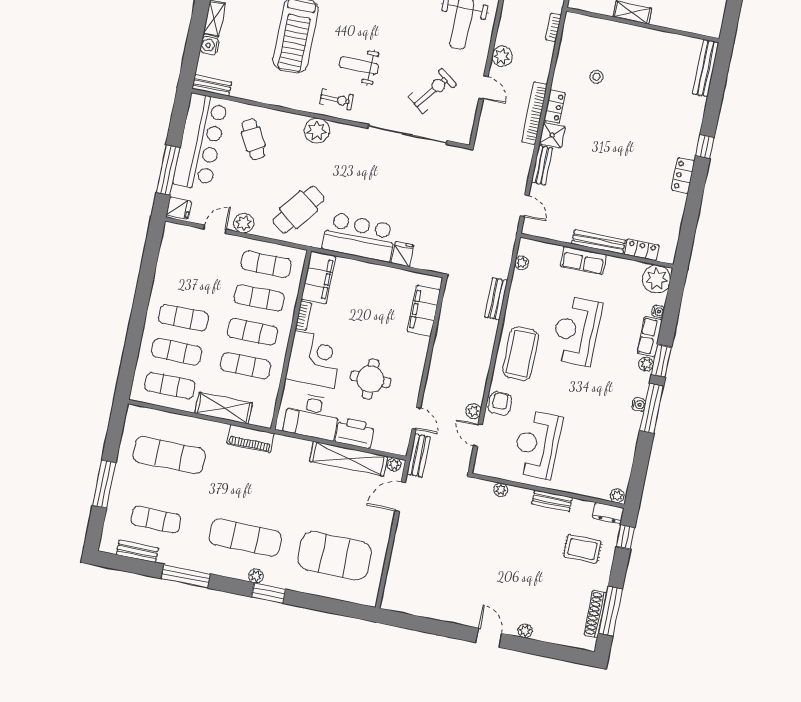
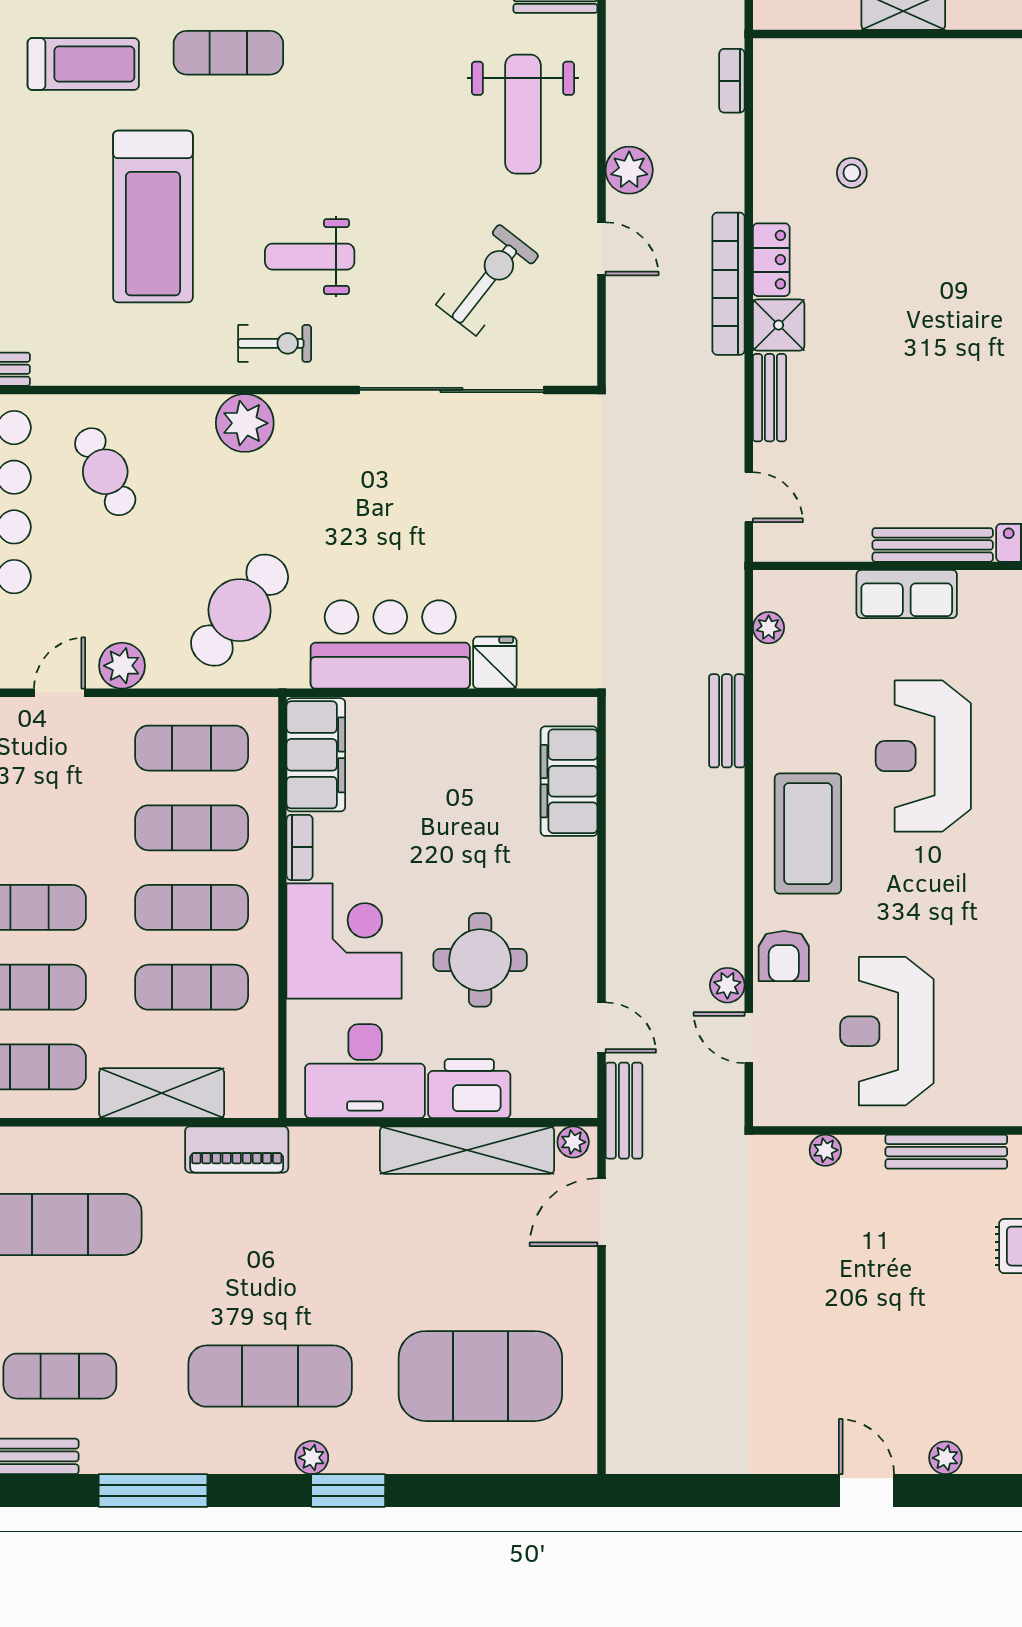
armchair: (500, 404) -> (784, 956), turned 180
bench: (552, 501) -> (946, 1152), width x1.36

